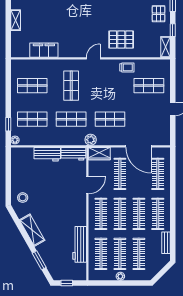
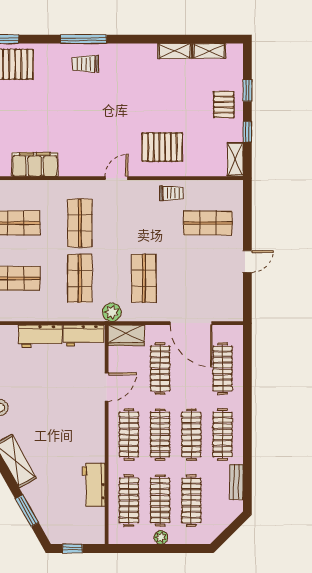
shop shelf: (71, 119) -> (80, 278), turned 90
shop shelf: (110, 119) -> (144, 278), turned 90
workbench: (80, 244) -> (94, 485), width x0.73

